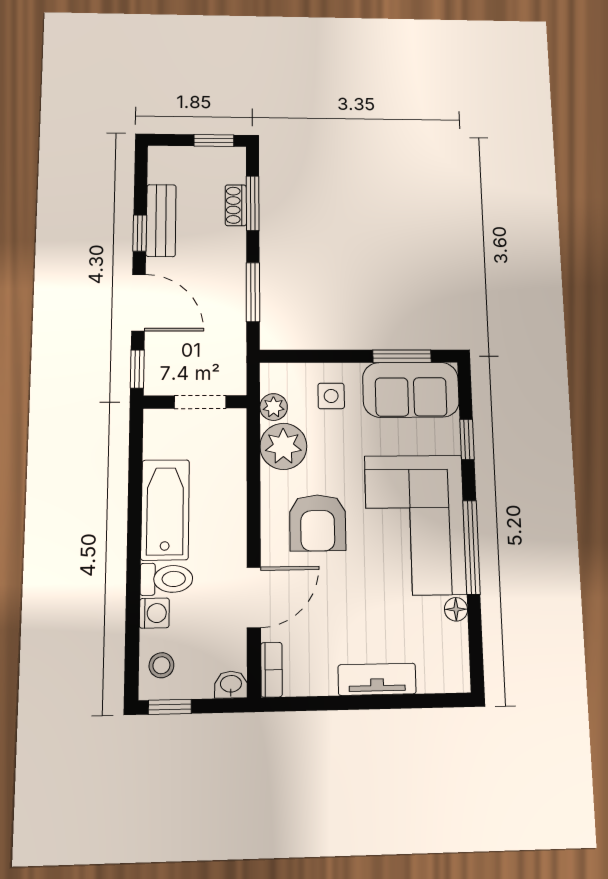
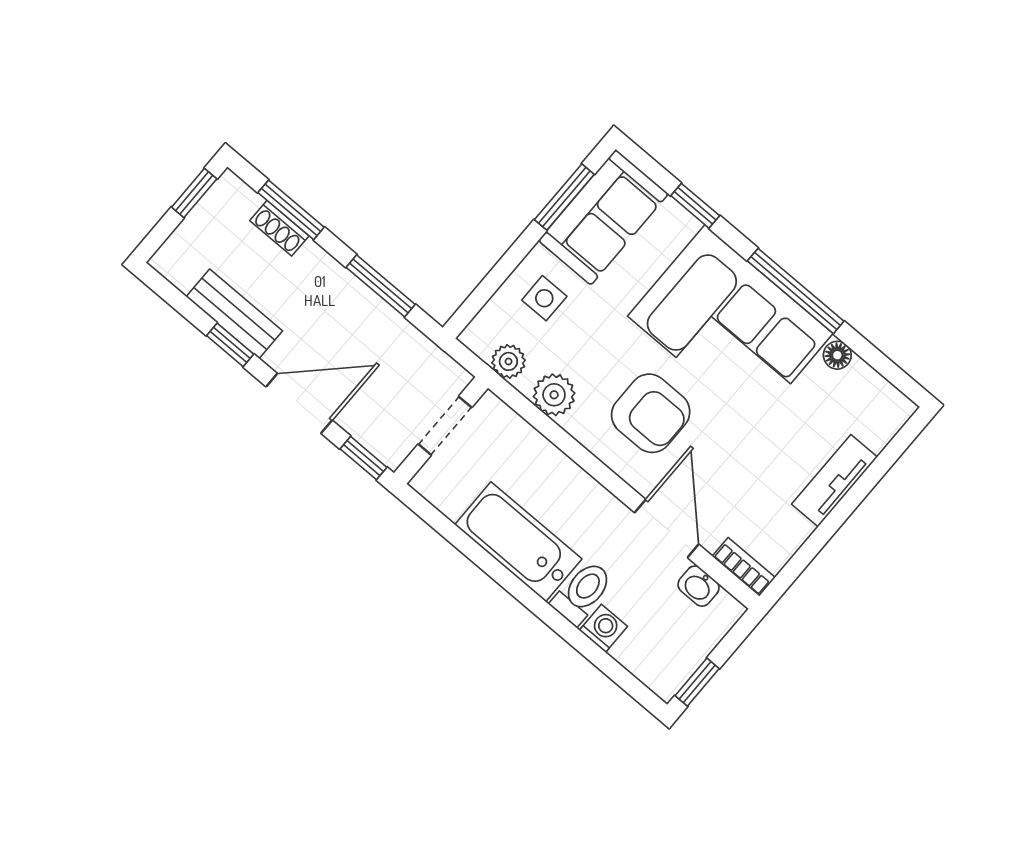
plant: (283, 446) -> (554, 395), width x0.73, depth x0.73
stool: (161, 665) -> (655, 660), removed
washbasin: (231, 685) -> (699, 586), moved, turned -90

